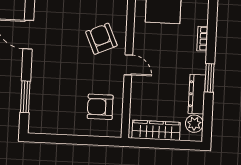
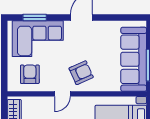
corner sofa: (53, 94) -> (38, 39), added

